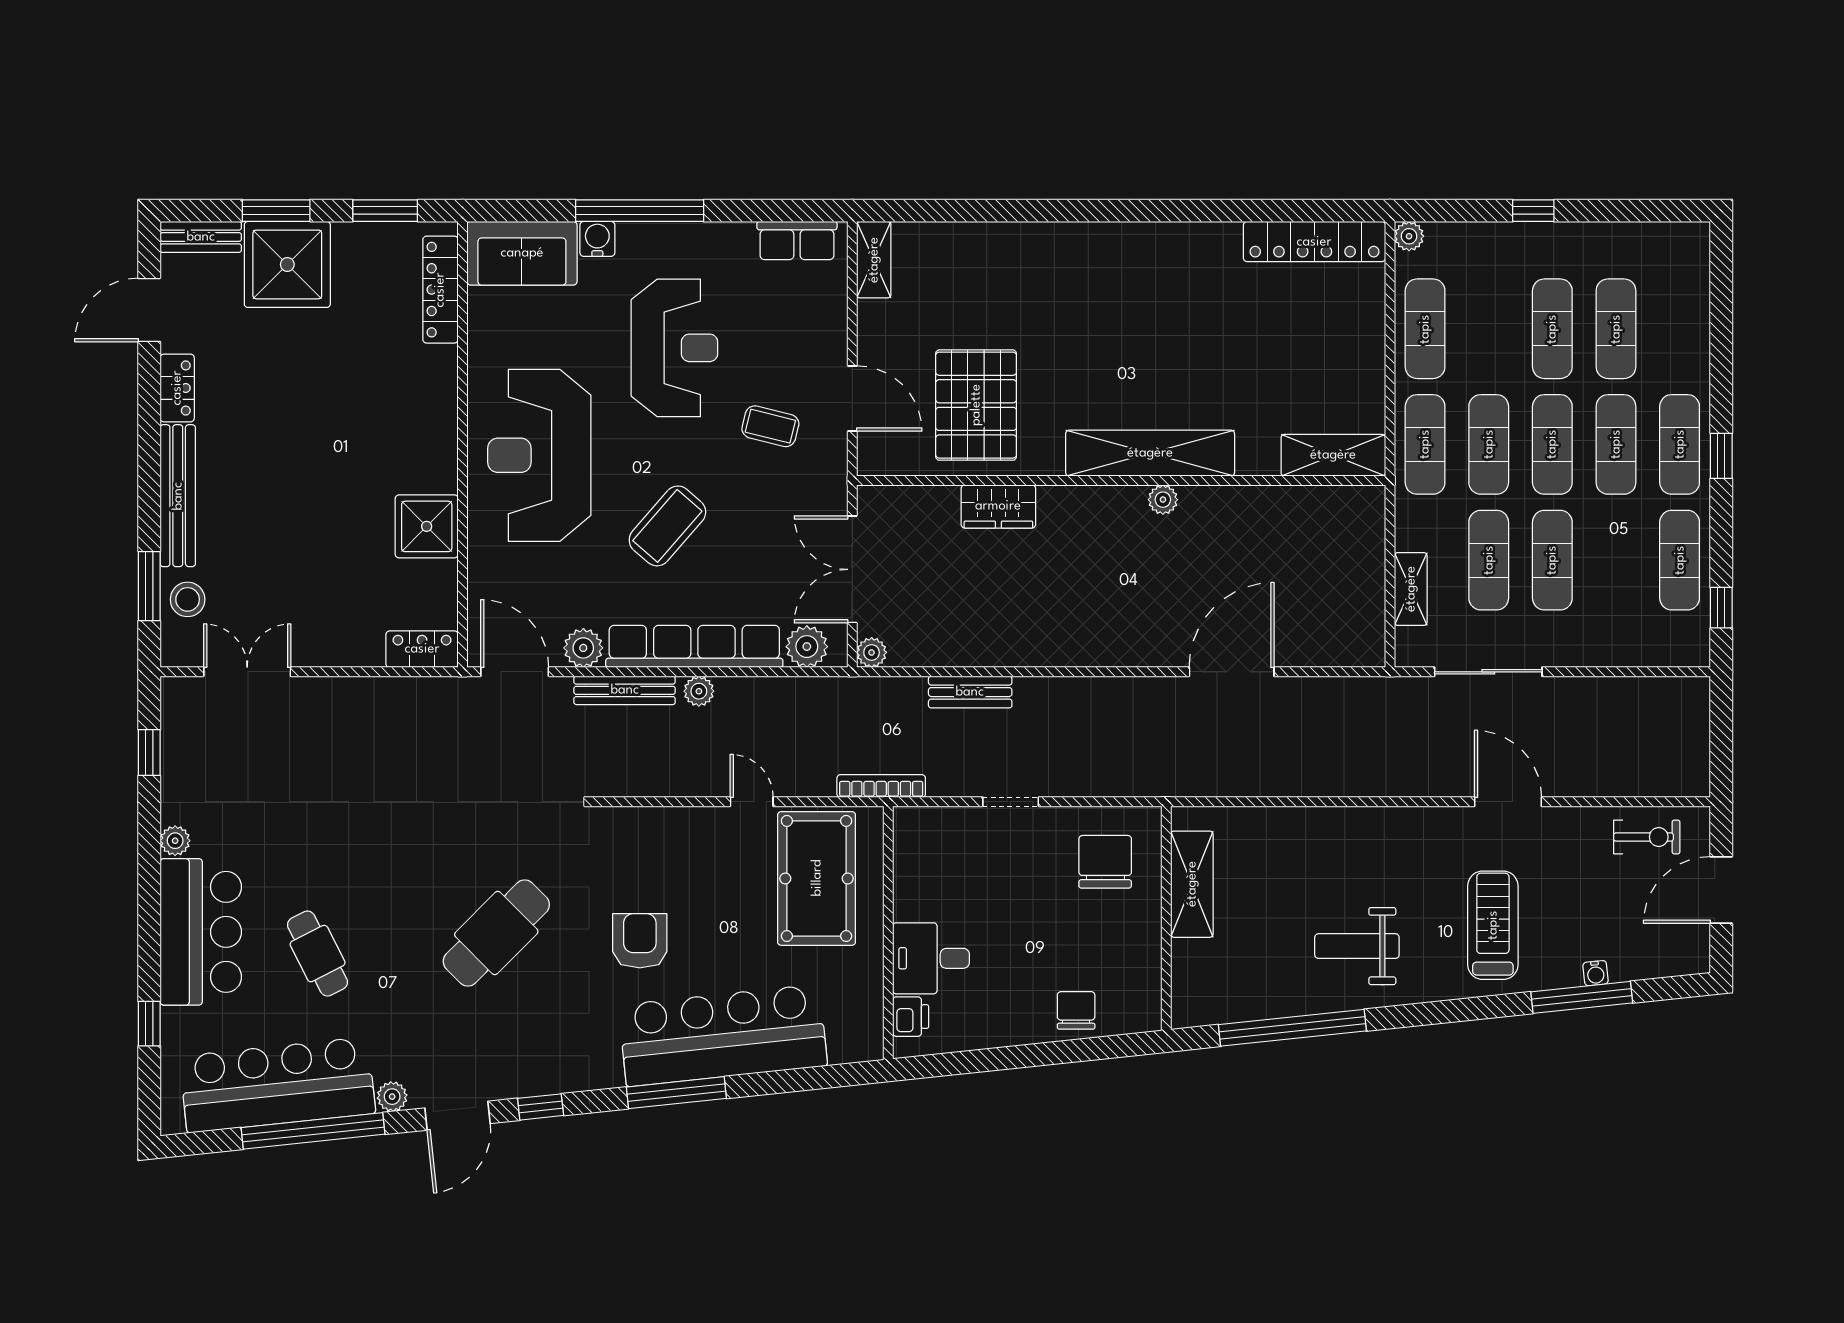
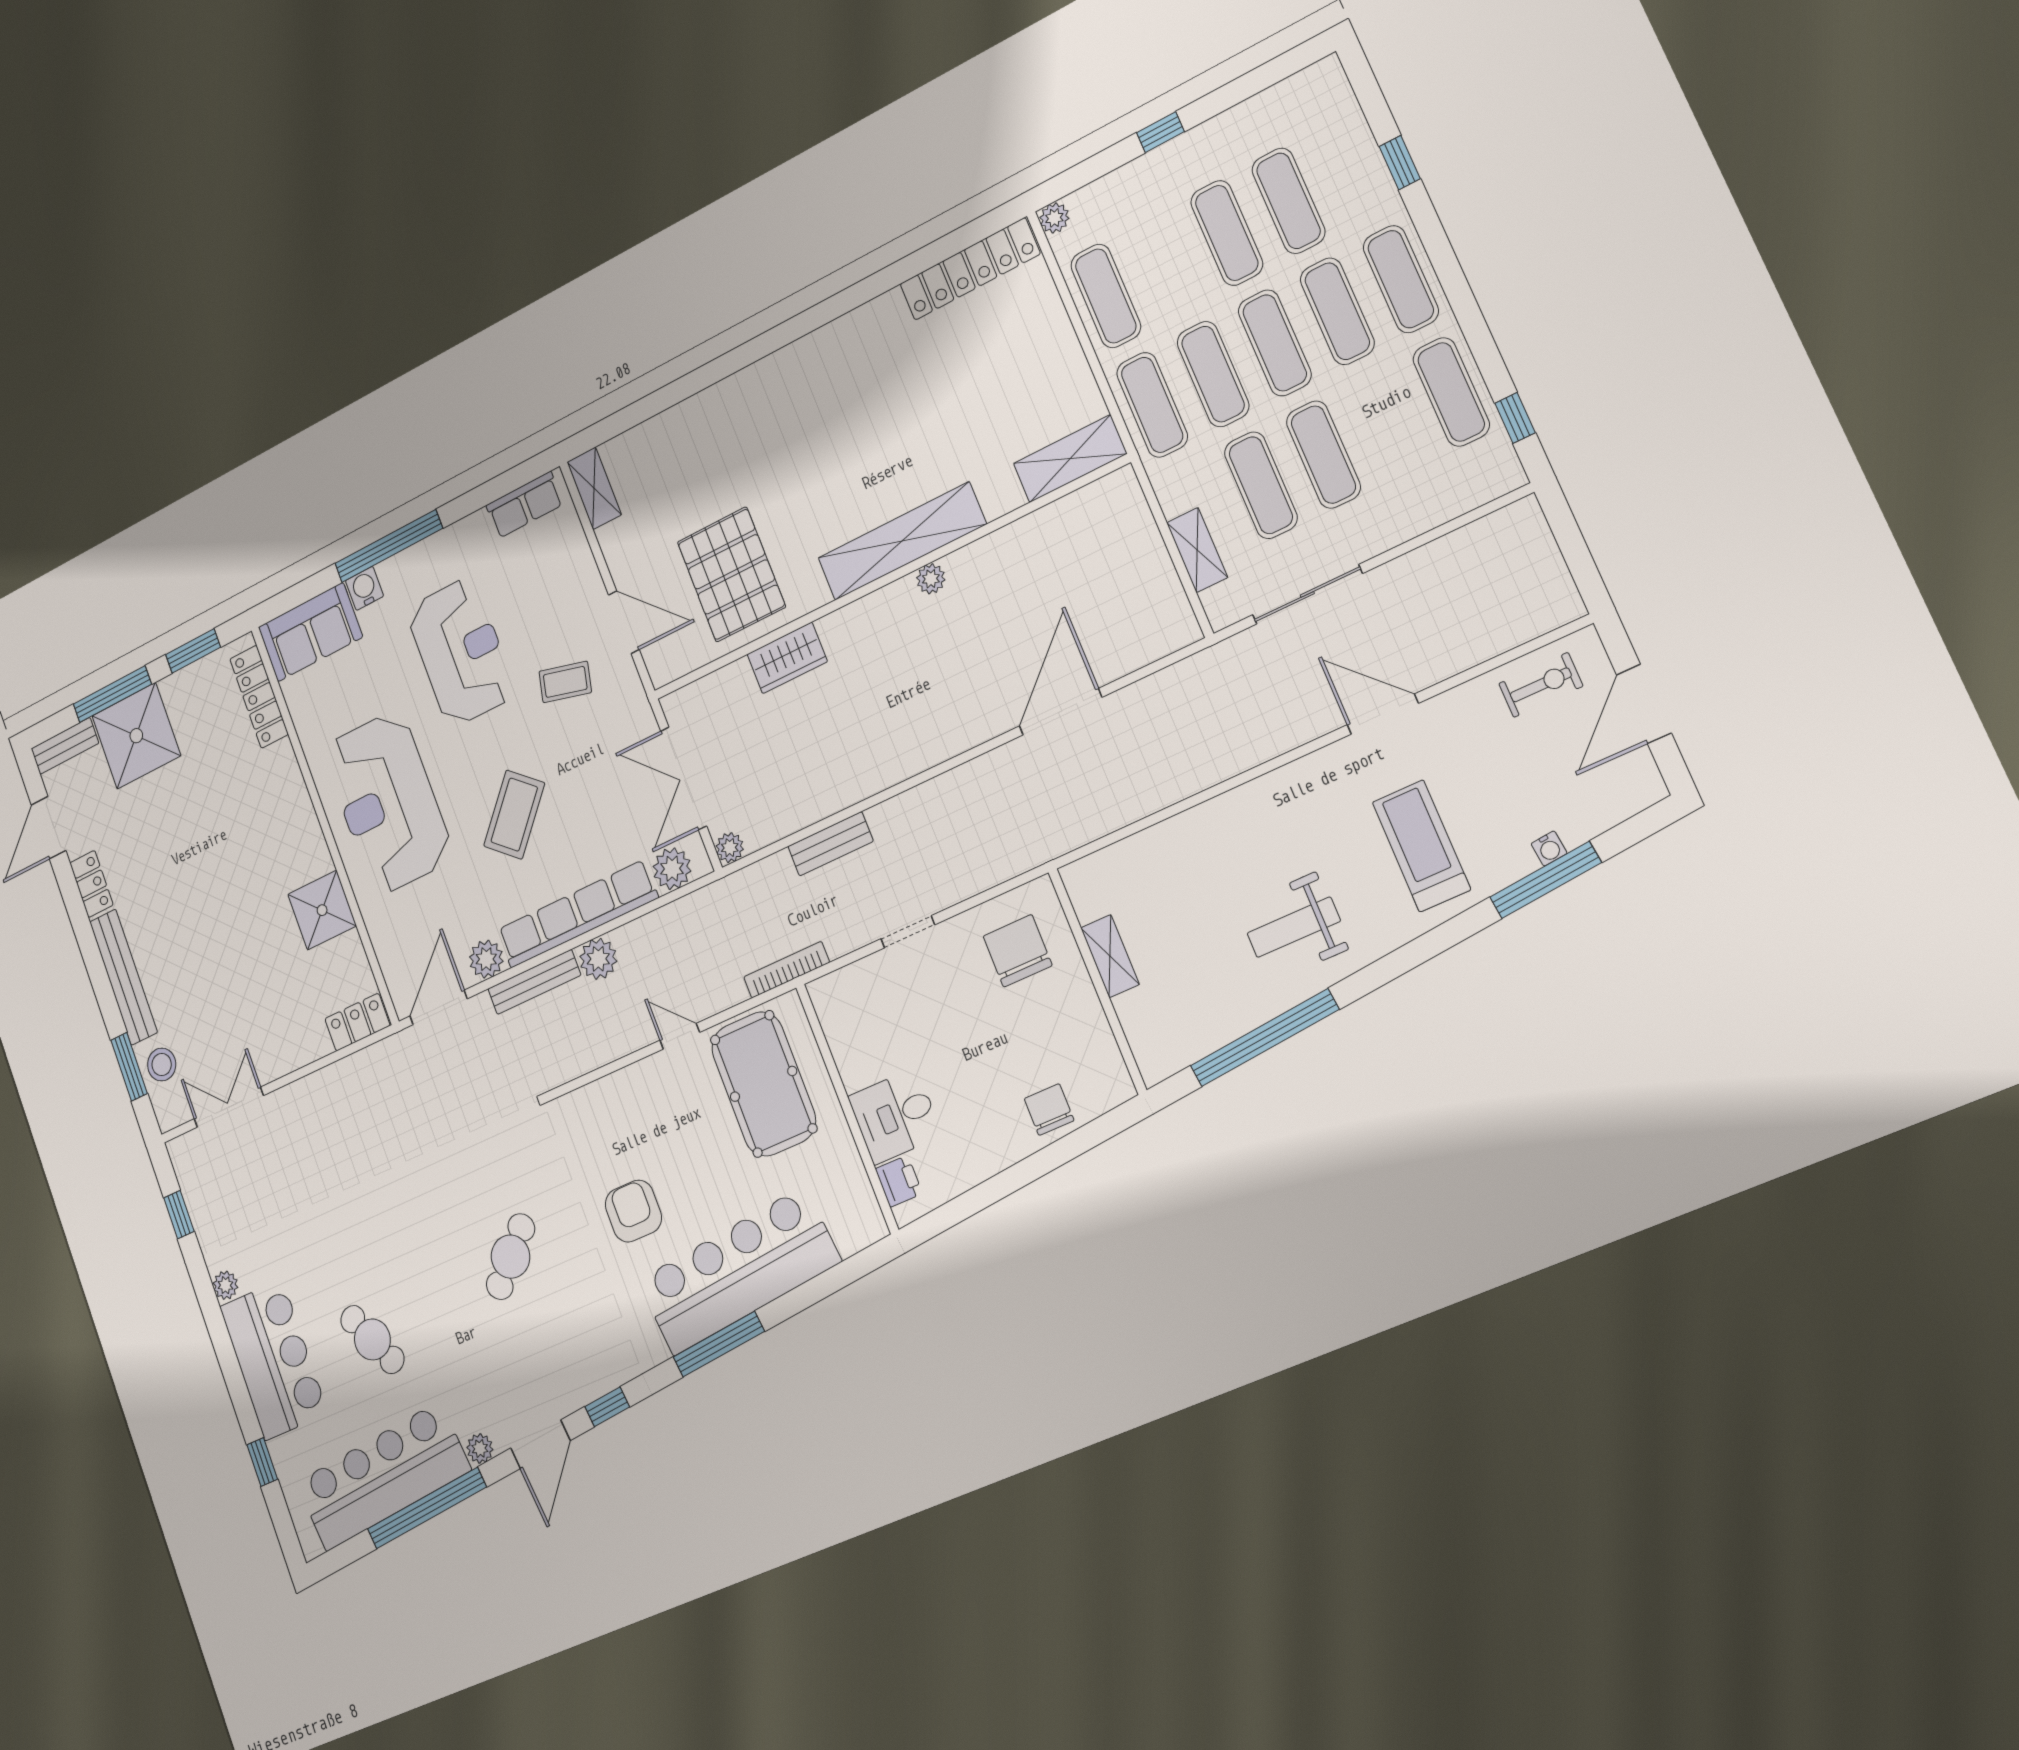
window: (276, 211) -> (112, 694), width x1.44
window: (1721, 456) -> (1400, 163), moved
door: (515, 672) -> (439, 1007), hinge flipped
plant: (699, 691) -> (598, 959), width x1.38, depth x1.38
shelving: (1192, 884) -> (1110, 956), width x0.67, depth x0.75
cafe table: (496, 933) -> (511, 1257), width x0.73, depth x0.74

